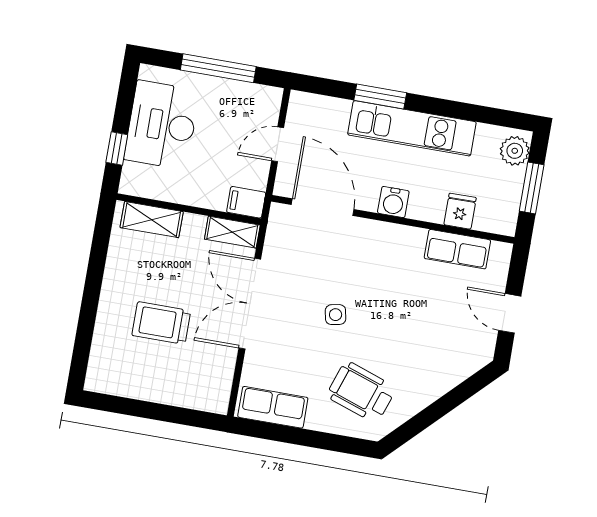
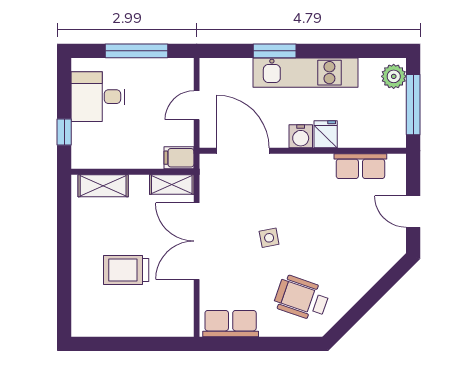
desk: (162, 125) -> (98, 97), width x0.73
window: (532, 188) -> (413, 105), width x1.44
fridge: (460, 211) -> (326, 134), moved

